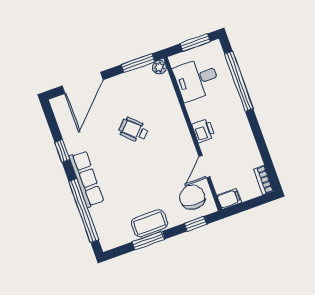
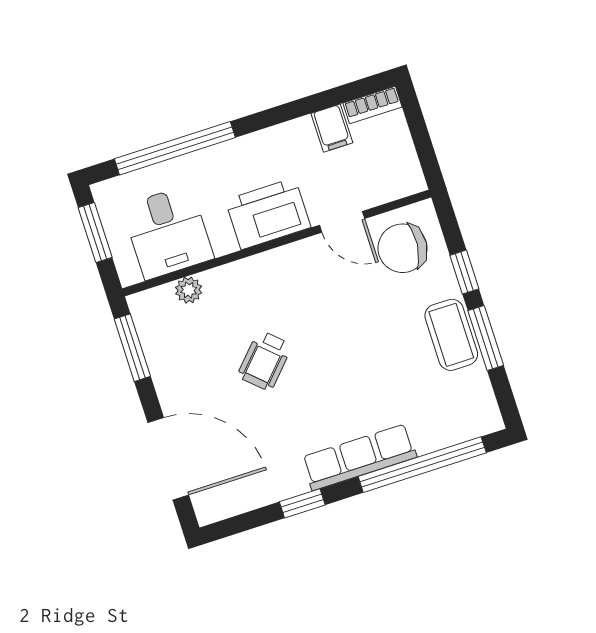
plant: (159, 67) -> (189, 290), moved
printer: (203, 131) -> (268, 214), width x1.87, depth x1.48
filing cabinet: (229, 199) -> (332, 128), moved, turned 180
window: (195, 224) -> (464, 272), moved

